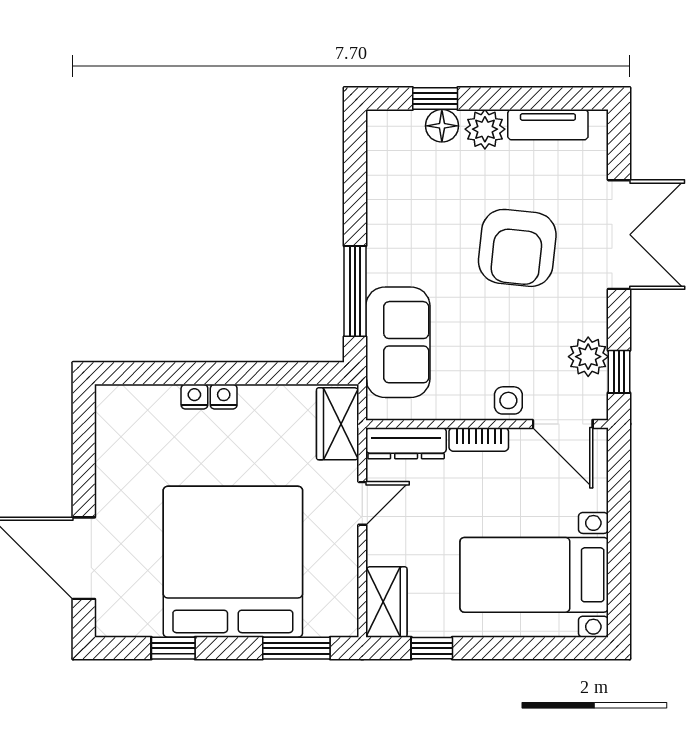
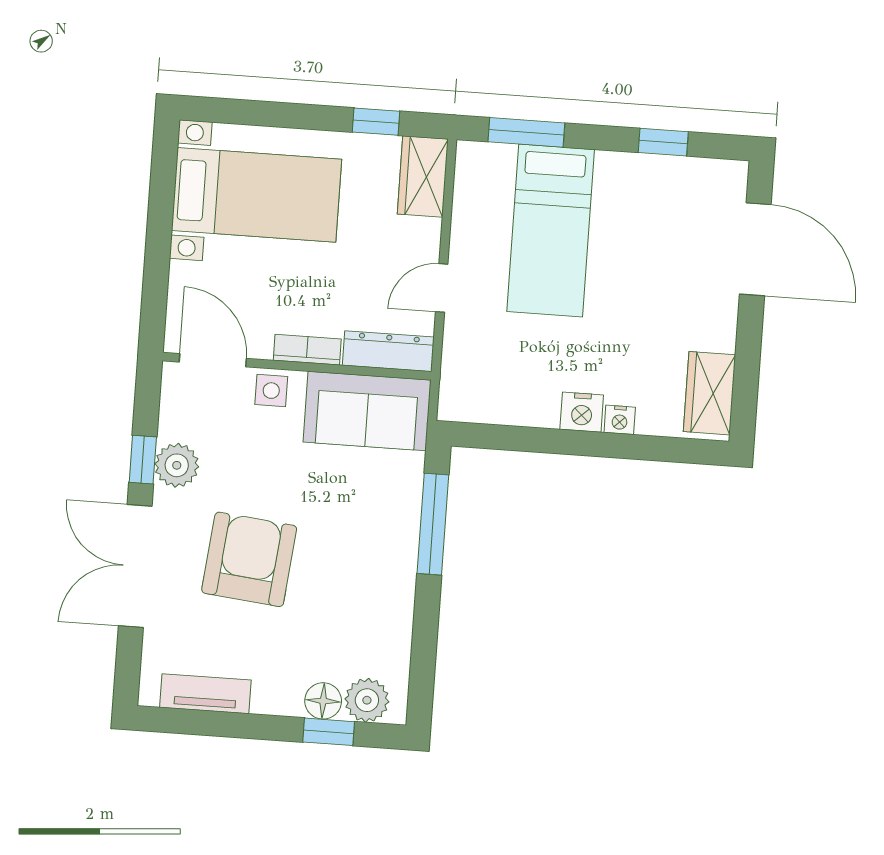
plant: (485, 129) -> (367, 700), moved
sofa: (398, 342) -> (367, 411), moved, turned -90
plant: (588, 357) -> (177, 465), moved
window: (619, 372) -> (143, 460), moved
nightstand: (224, 397) -> (582, 412), width x1.39, depth x1.35
wardrobe: (338, 424) -> (709, 393), moved, turned 180
bed: (233, 562) -> (551, 231), width x0.49

